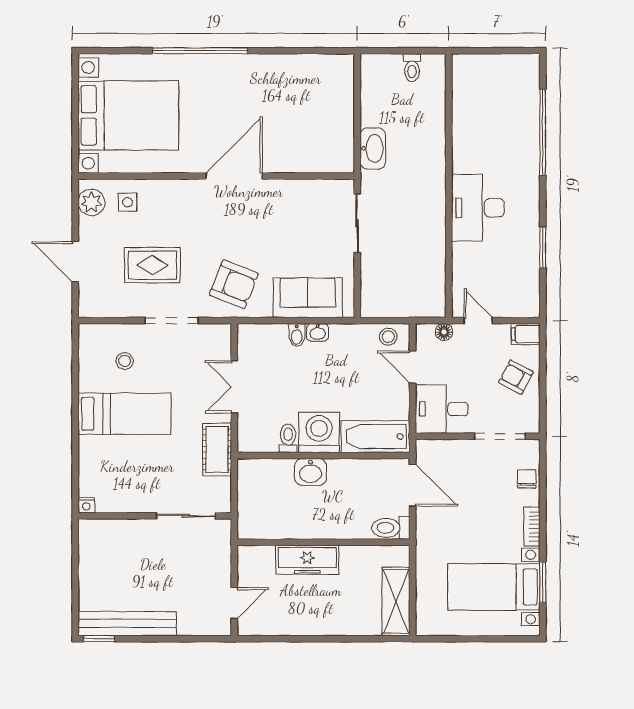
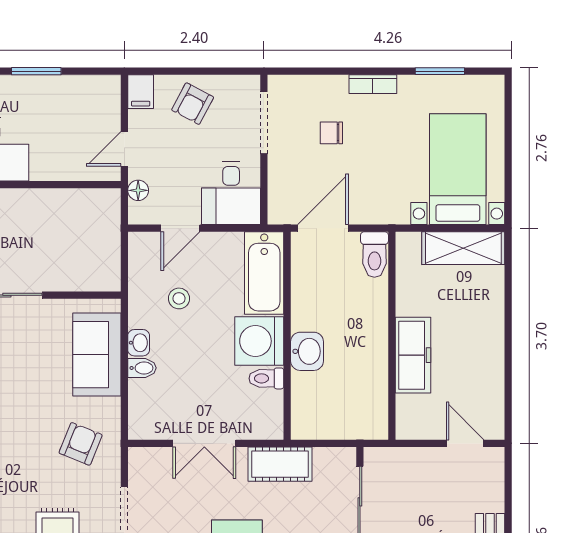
armchair: (234, 284) -> (81, 444), width x0.72, depth x0.72
stool: (388, 337) -> (179, 298), moved
chair: (527, 479) -> (331, 133), moved
bed with nightstands: (494, 587) -> (458, 169), moved, turned 180

